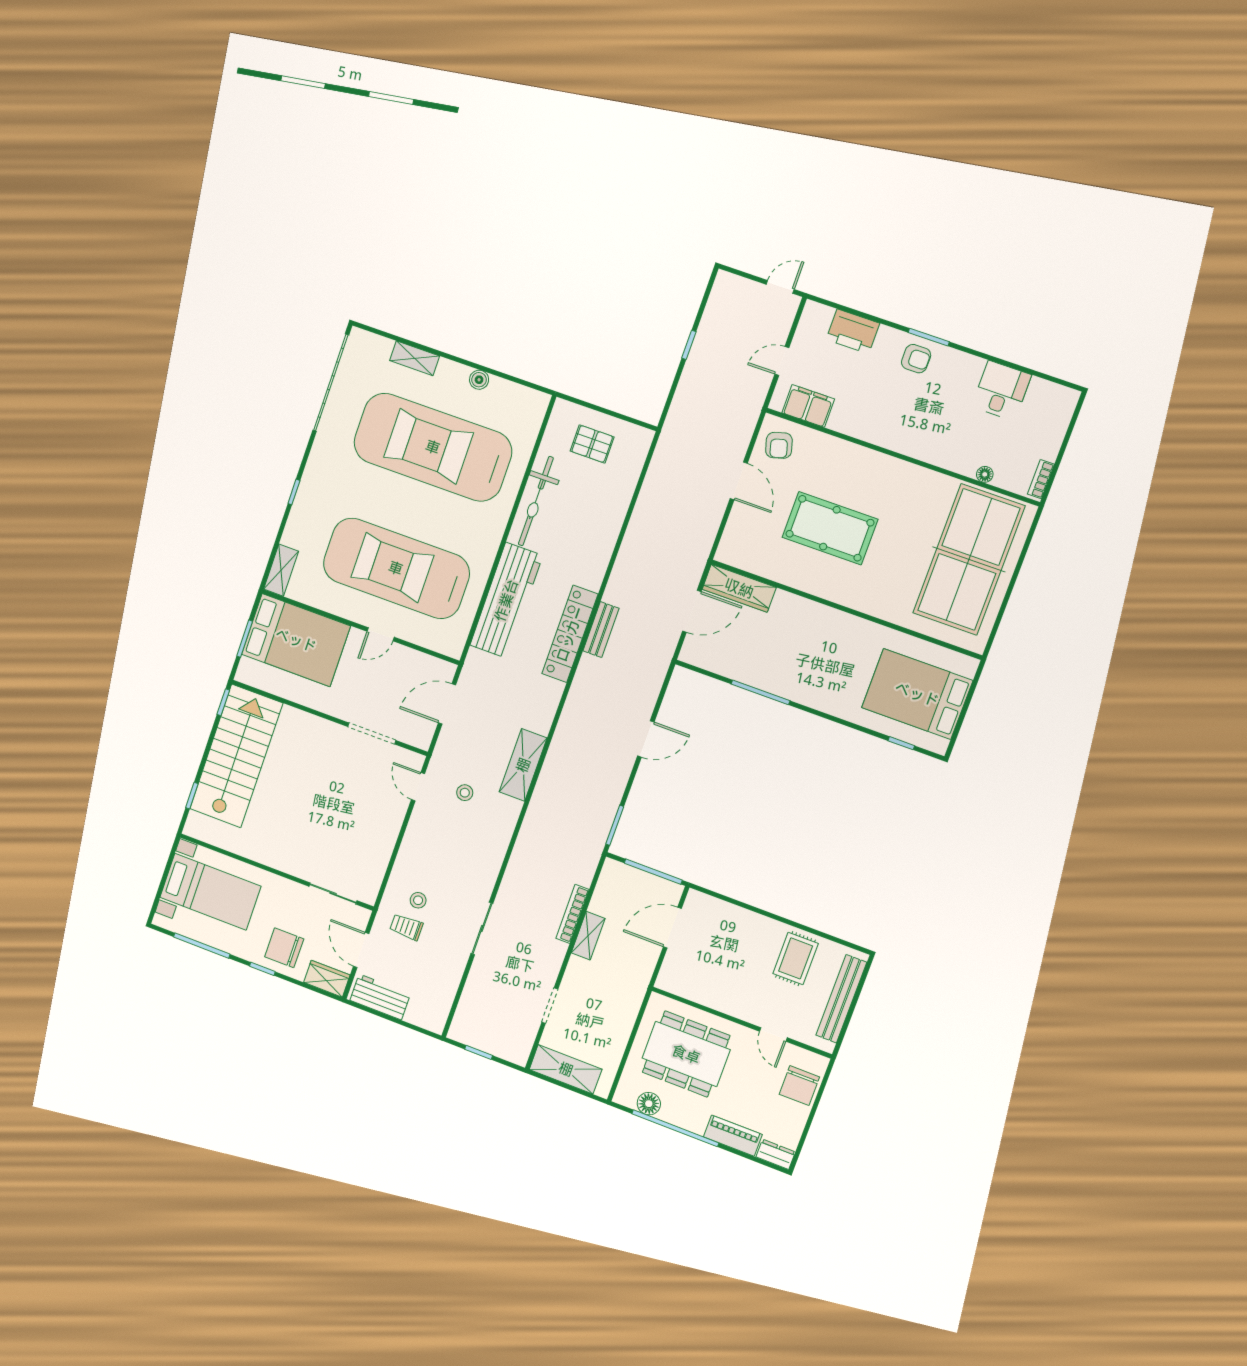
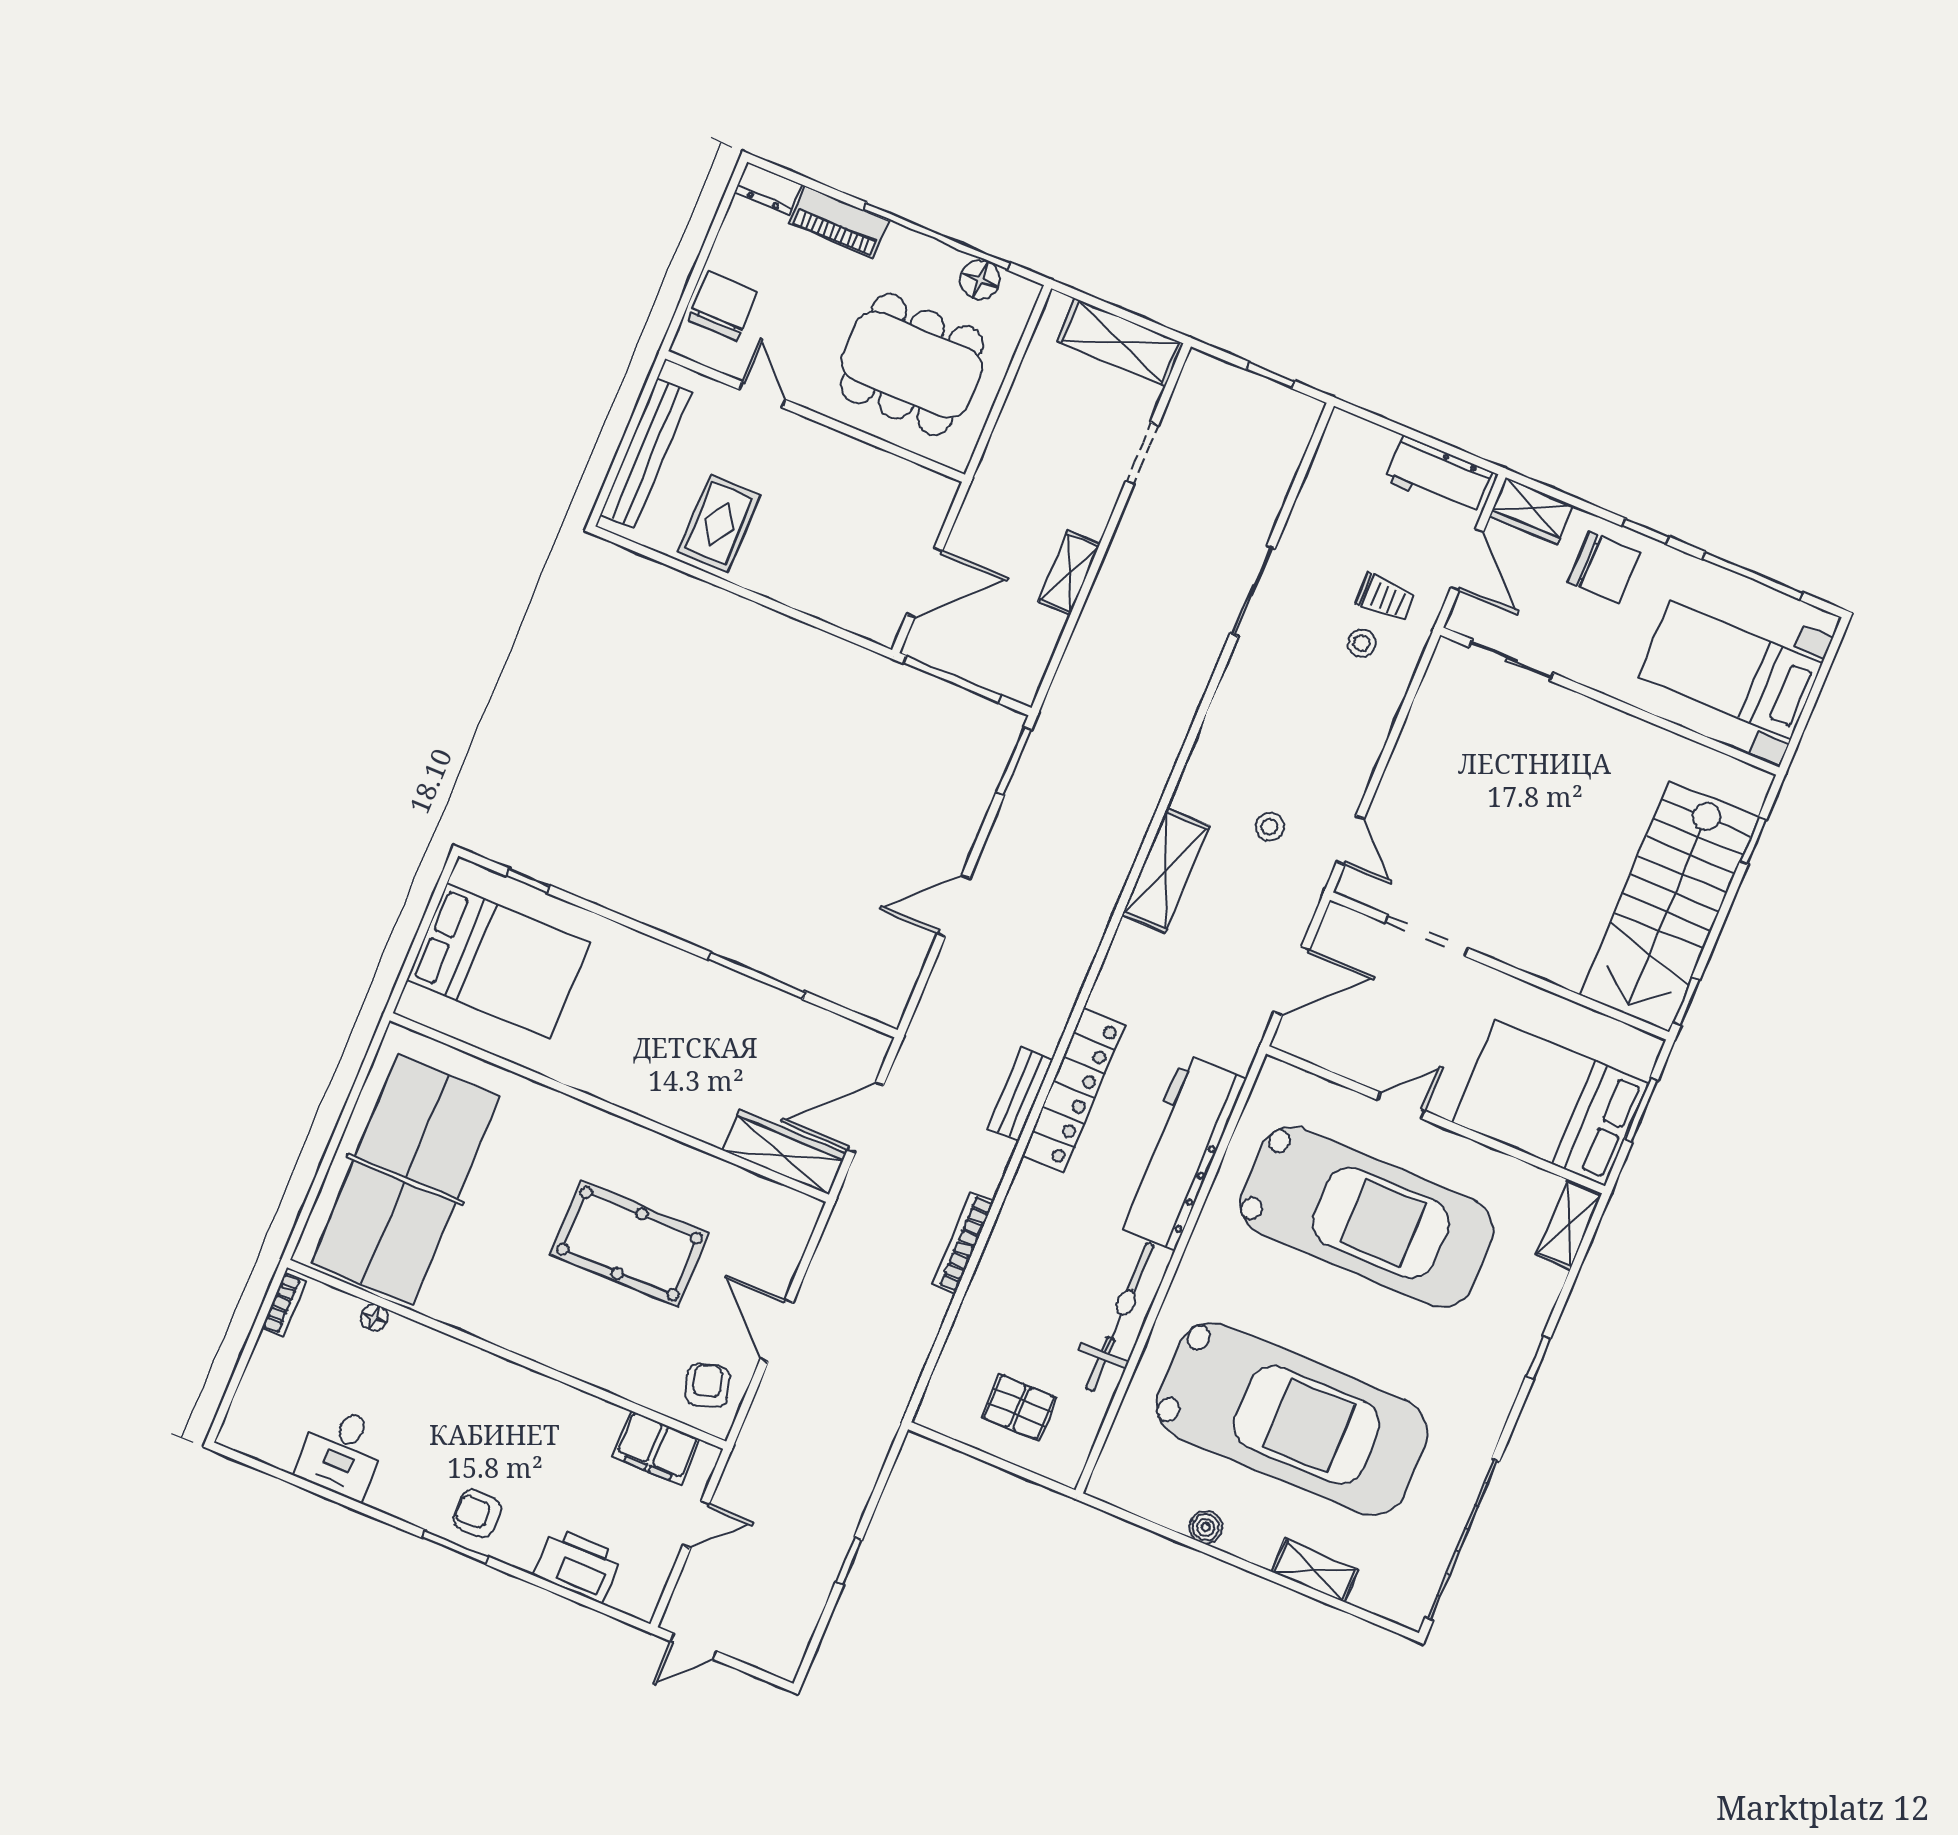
bookcase: (572, 914) -> (963, 1243), moved, turned 180

